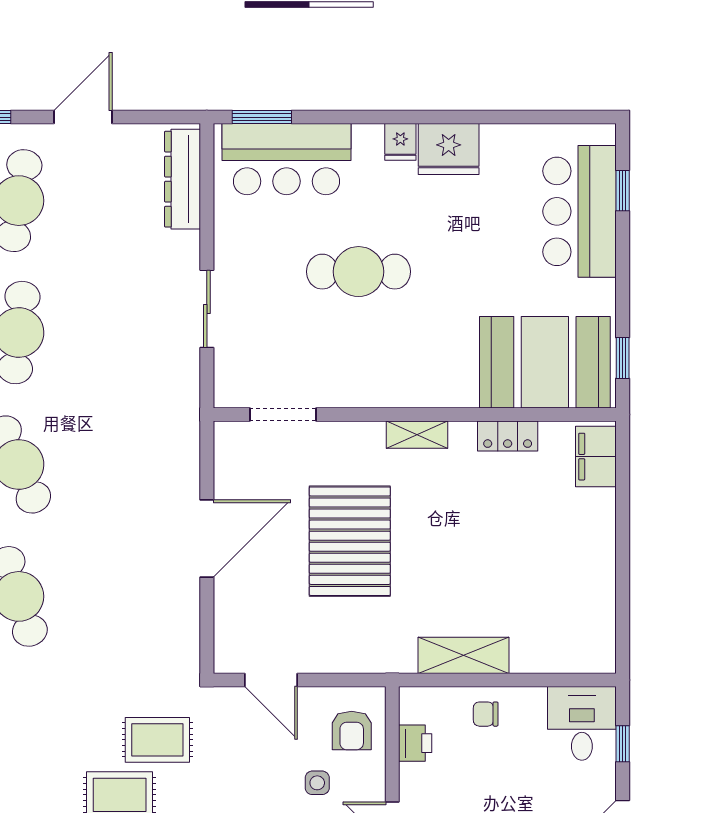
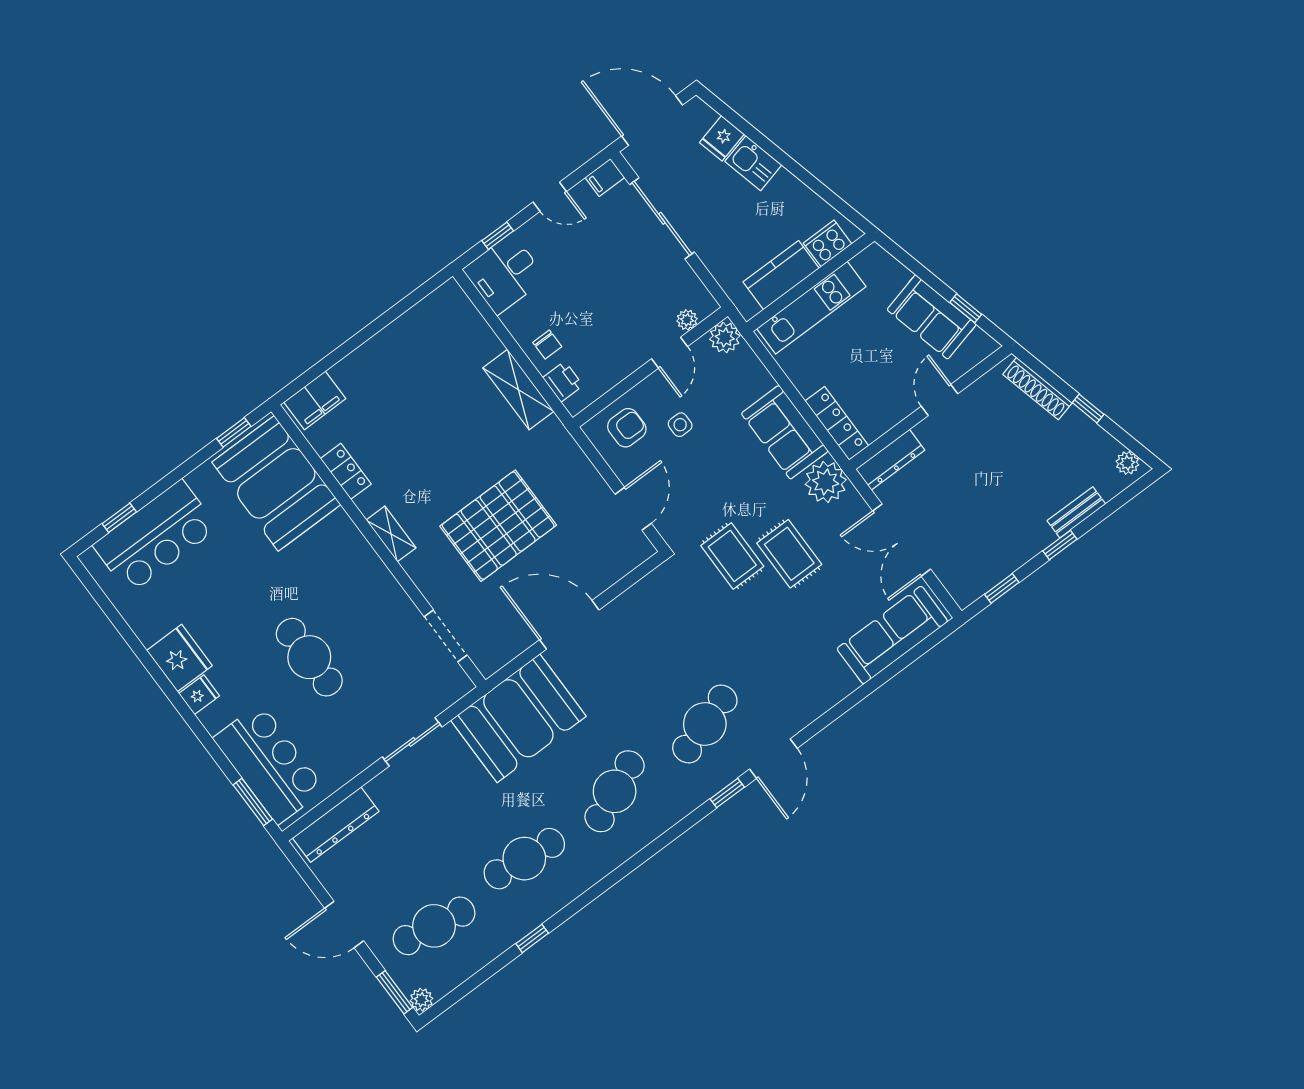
booth: (155, 425) -> (518, 718), added
printer: (415, 743) -> (563, 382), moved, turned 90

